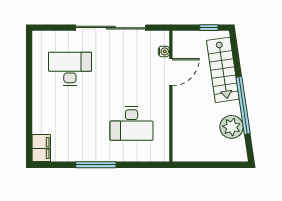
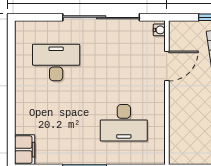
water cooler: (164, 51) -> (159, 30), moved

